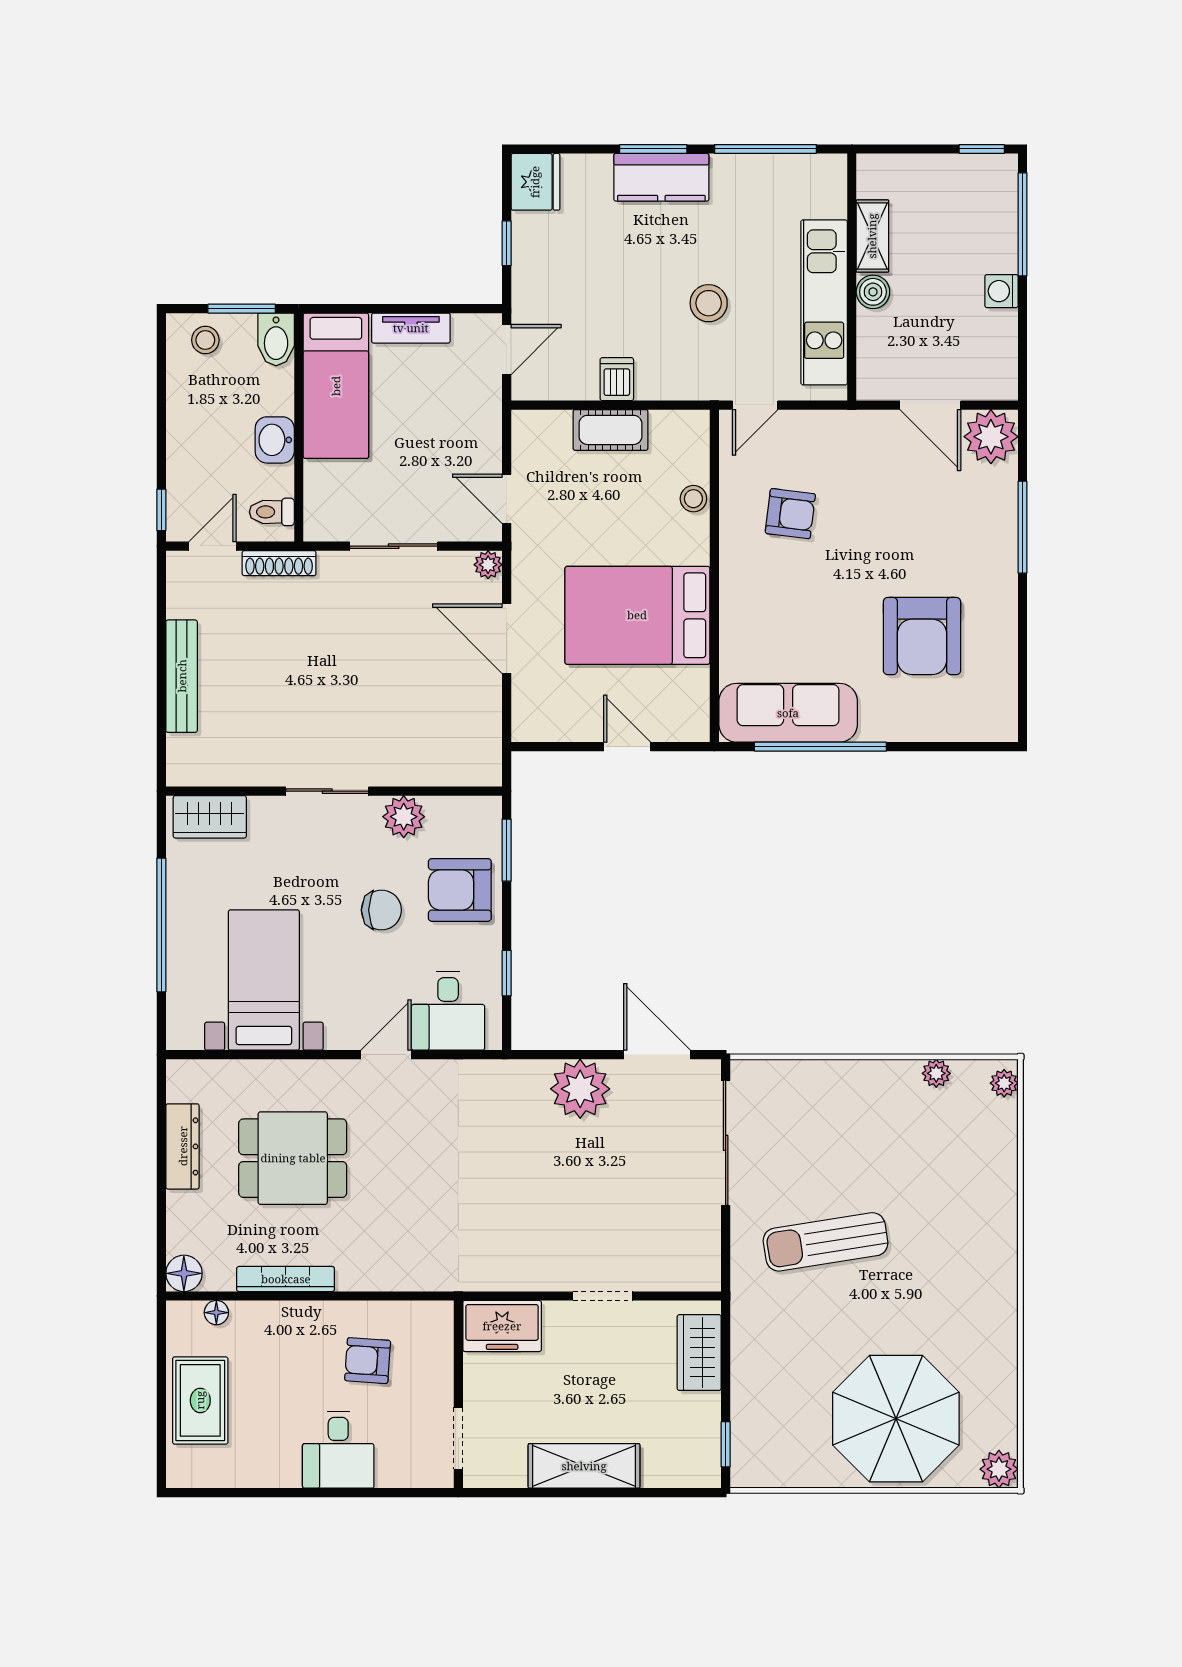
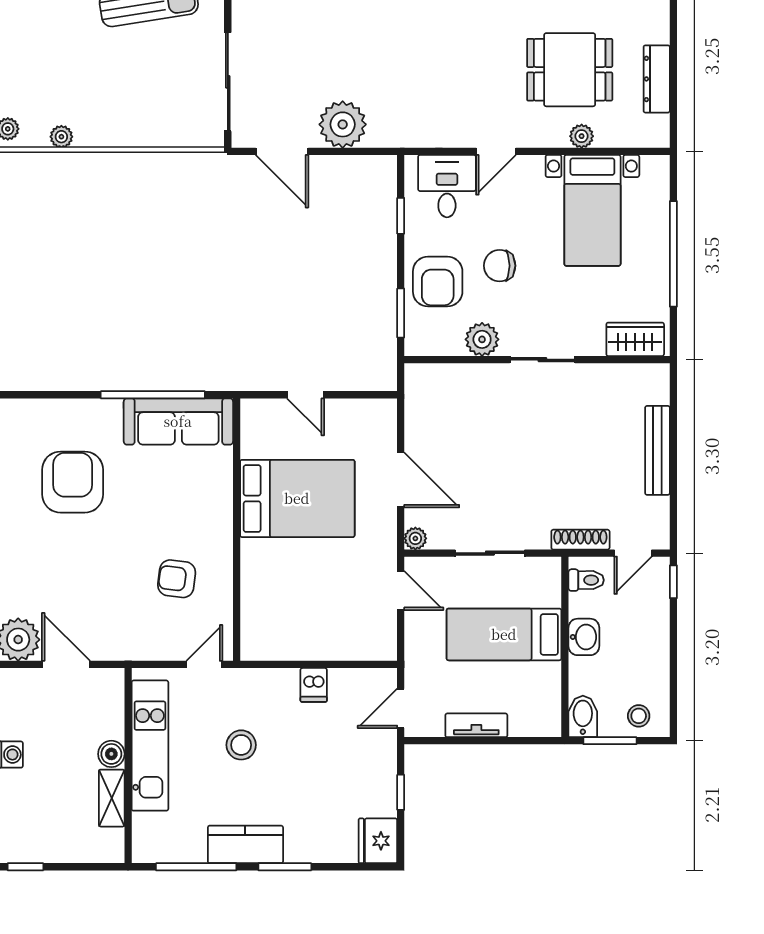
kitchen counter: (661, 177) -> (245, 844), moved
bed: (336, 386) -> (504, 634), moved, turned -90
cot: (610, 430) -> (319, 645), removed
stool: (693, 499) -> (253, 591), removed
armchair: (460, 890) -> (438, 282), turned 90
plant: (278, 1074) -> (582, 136), added

